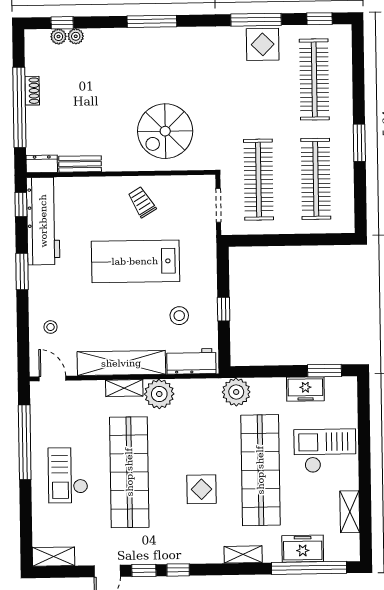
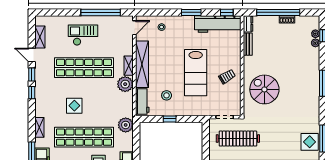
lab bench: (135, 261) -> (196, 73), turned 180
shelving: (54, 557) -> (40, 37), moved

